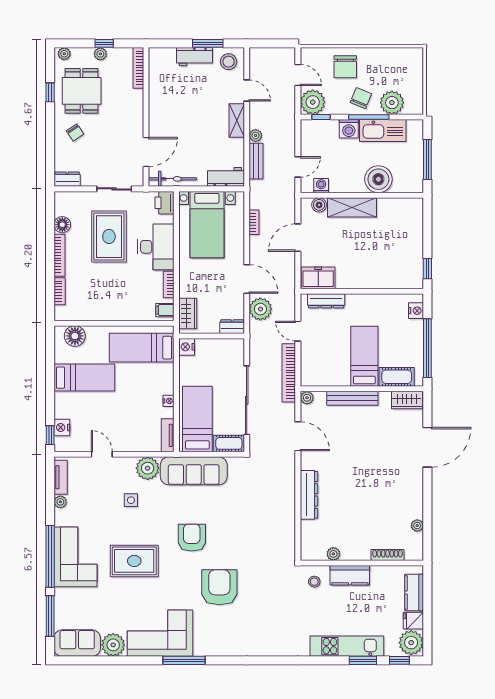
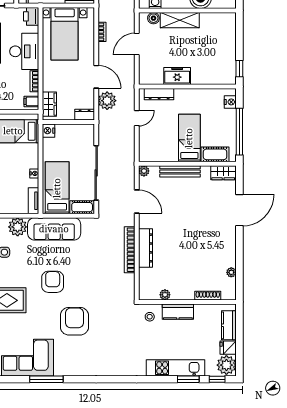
freezer: (318, 278) -> (177, 76), moved
door: (298, 331) -> (137, 118), swing flipped
bookcase: (289, 373) -> (130, 250), moved

